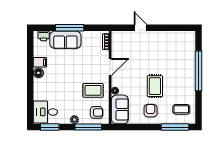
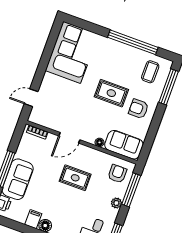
door: (140, 28) -> (31, 98), moved
corner sofa: (174, 46) -> (72, 52), added
door: (110, 67) -> (69, 138), swing flipped
window: (198, 71) -> (133, 42), moved
rug: (93, 90) -> (75, 178), moved, turned 90

